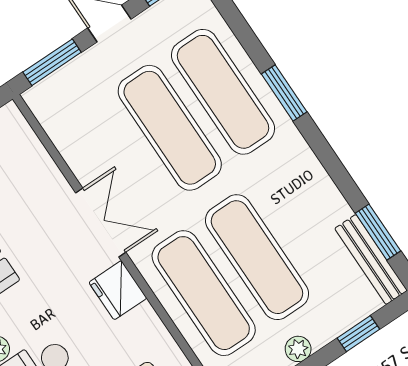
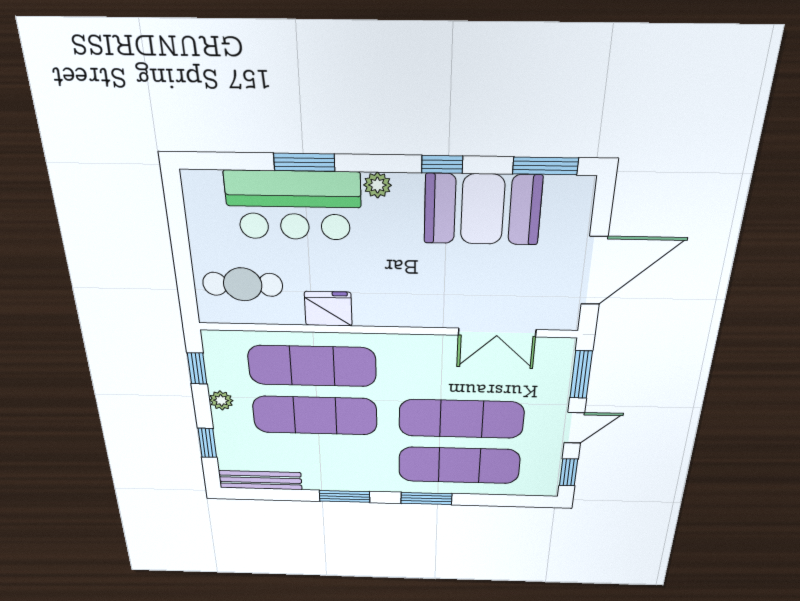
double door: (101, 223) -> (497, 332), moved
window: (378, 232) -> (345, 496), moved
fridge: (118, 290) -> (328, 309), moved

